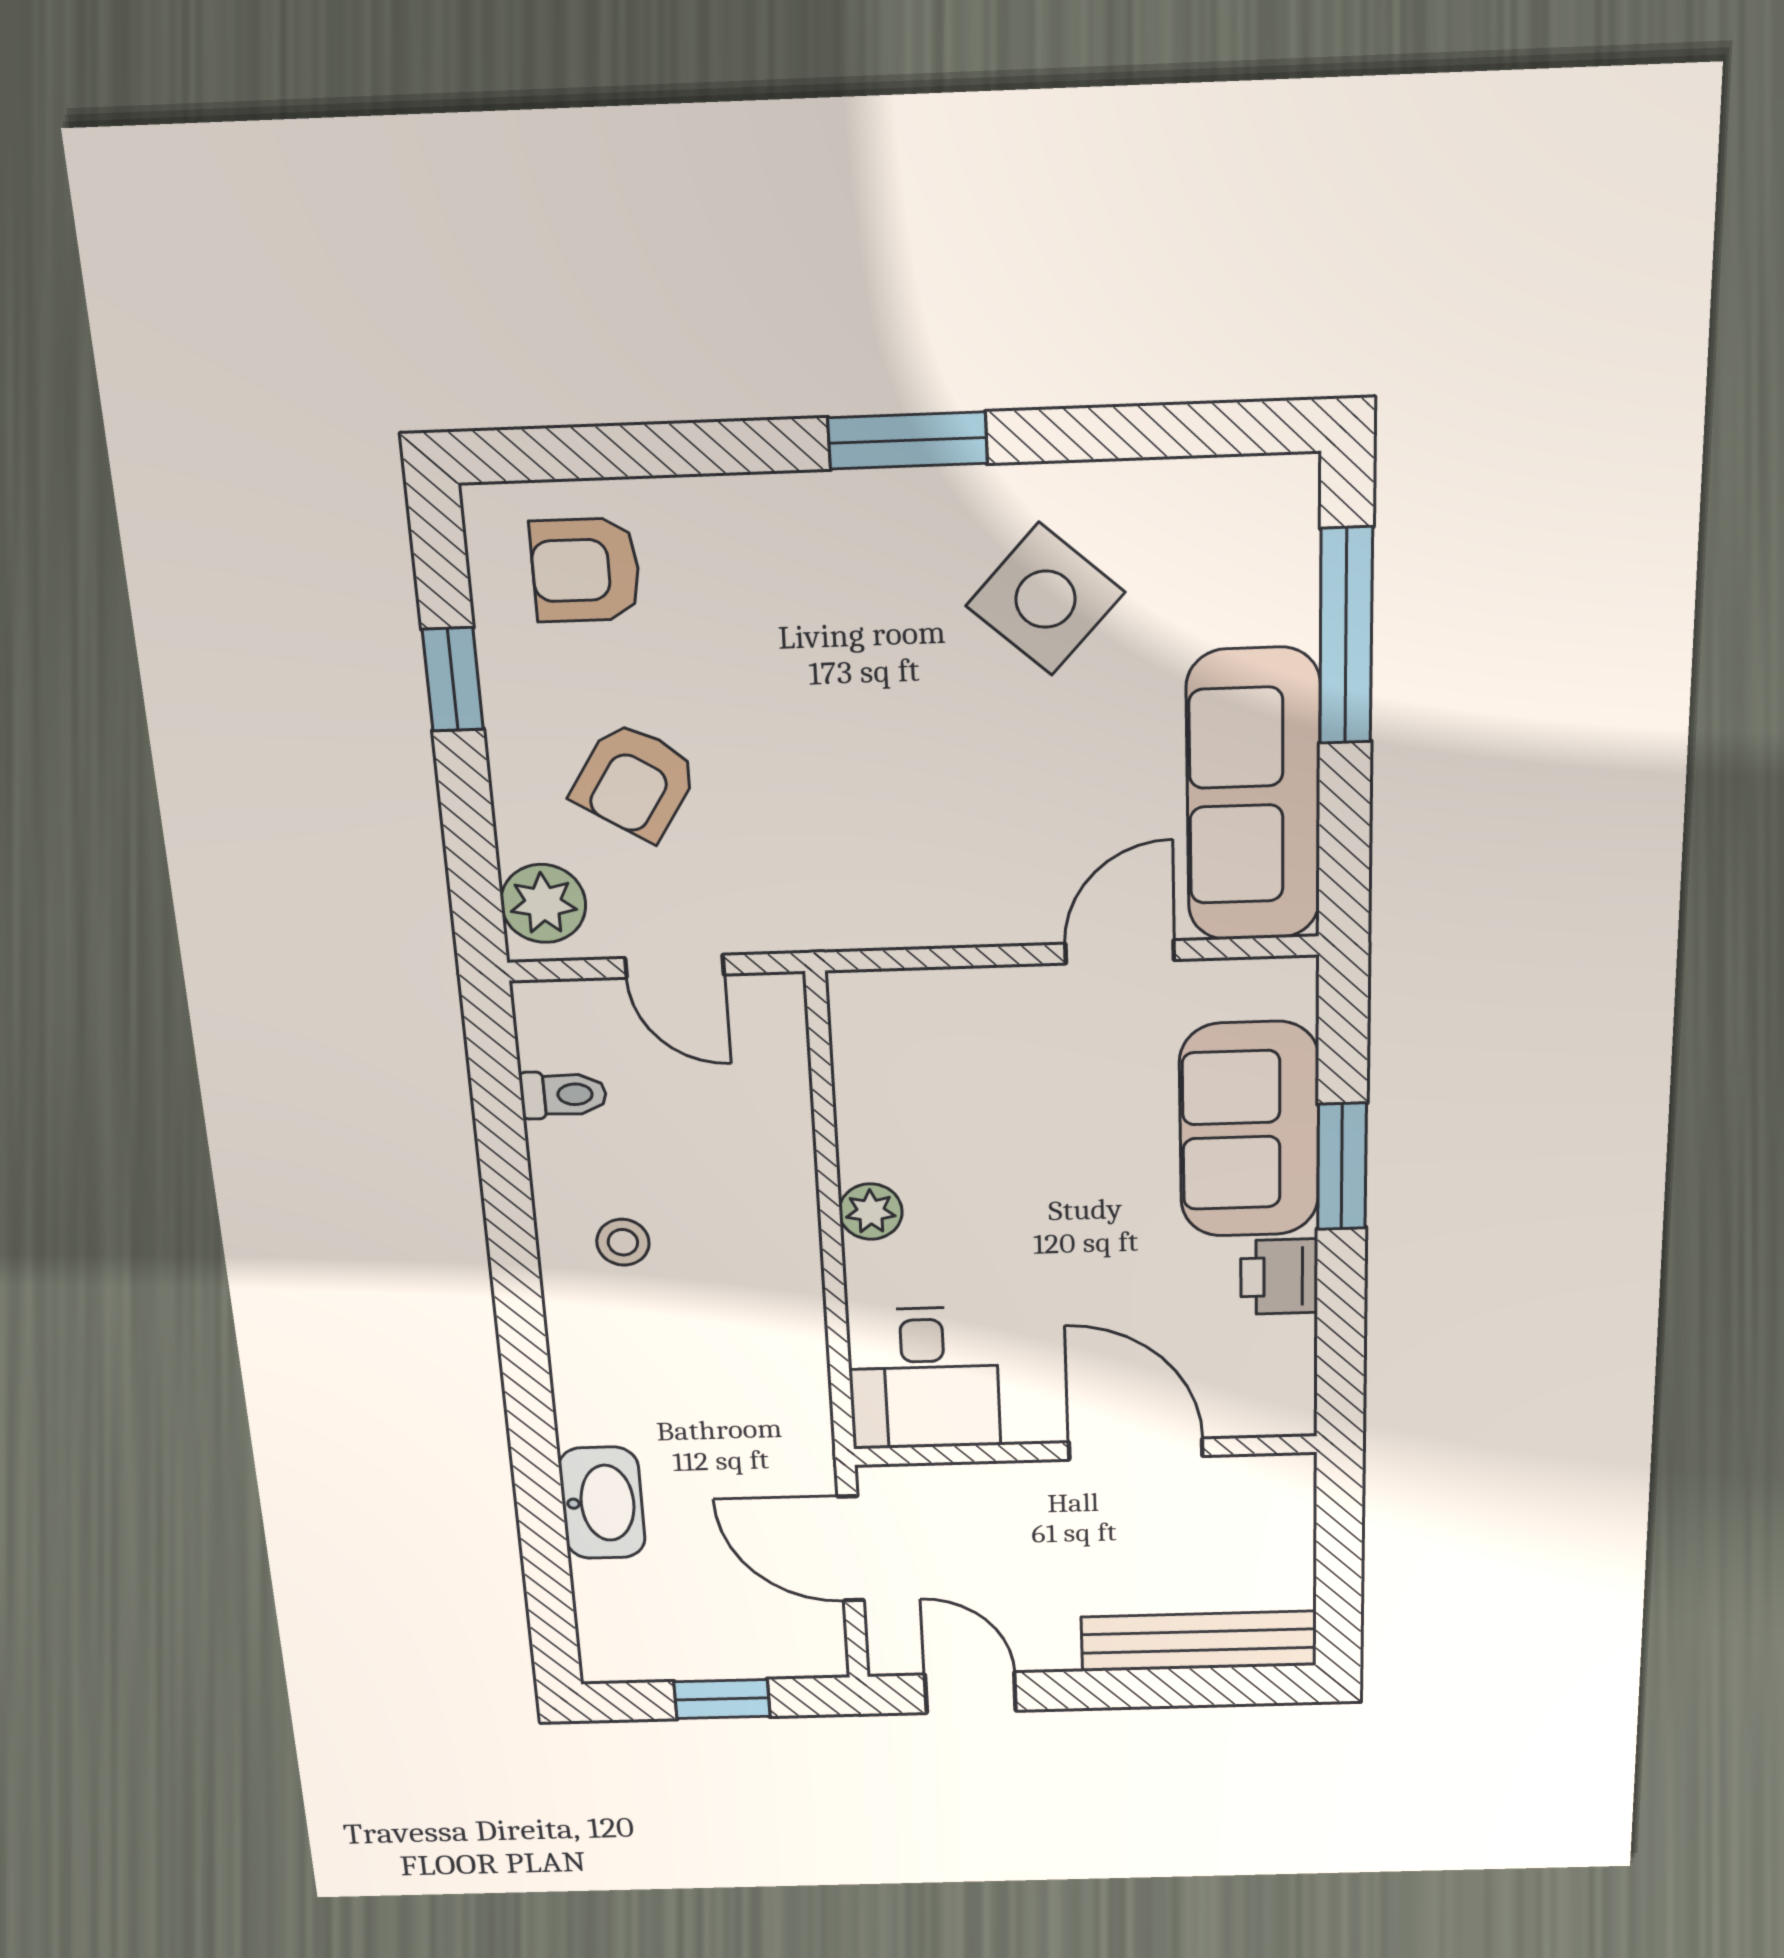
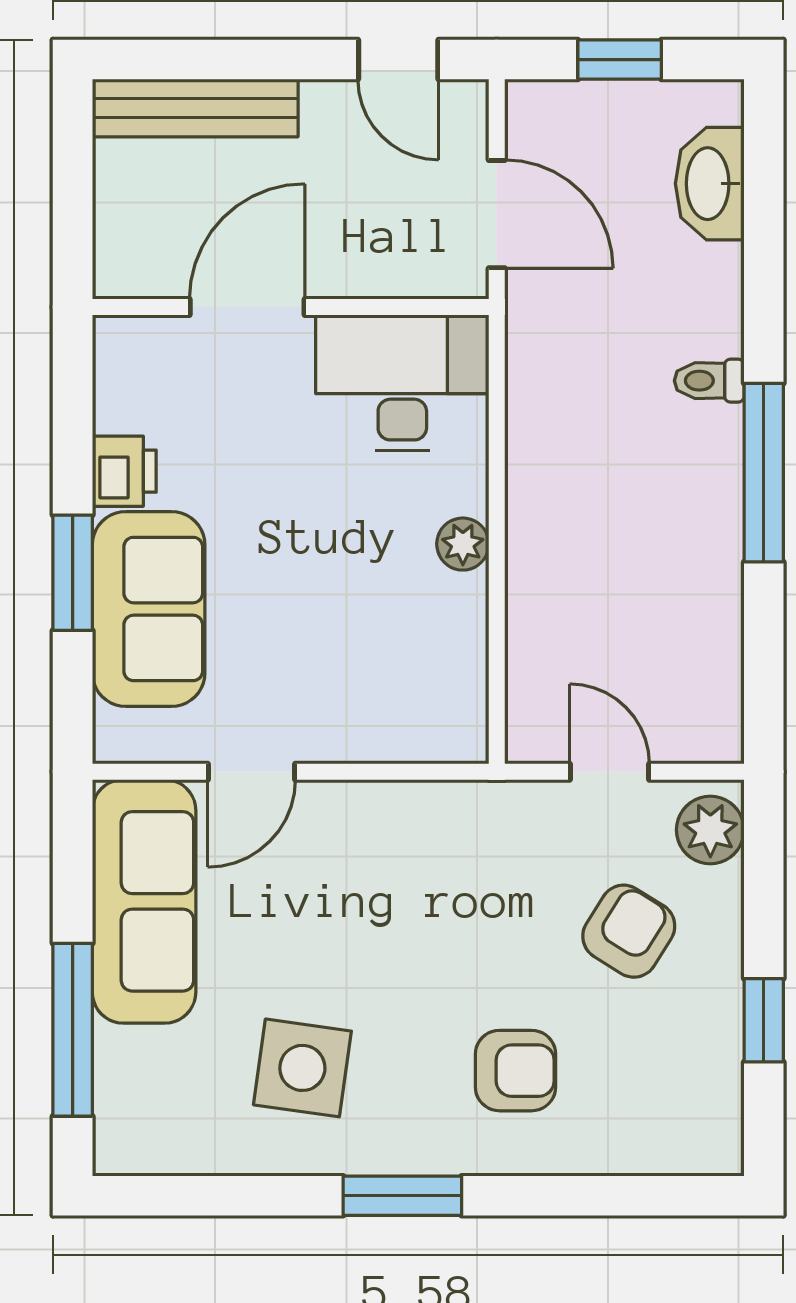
armchair: (586, 570) -> (516, 1071), moved
side table: (1046, 599) -> (302, 1068), turned -34
toilet: (563, 1095) -> (709, 381), moved
stool: (623, 1242) -> (671, 522), removed
window: (518, 1298) -> (764, 473), added
desk: (924, 1378) -> (402, 383), width x1.37
door: (1136, 1449) -> (247, 307), swing flipped
washbasin: (602, 1503) -> (710, 184), moved

